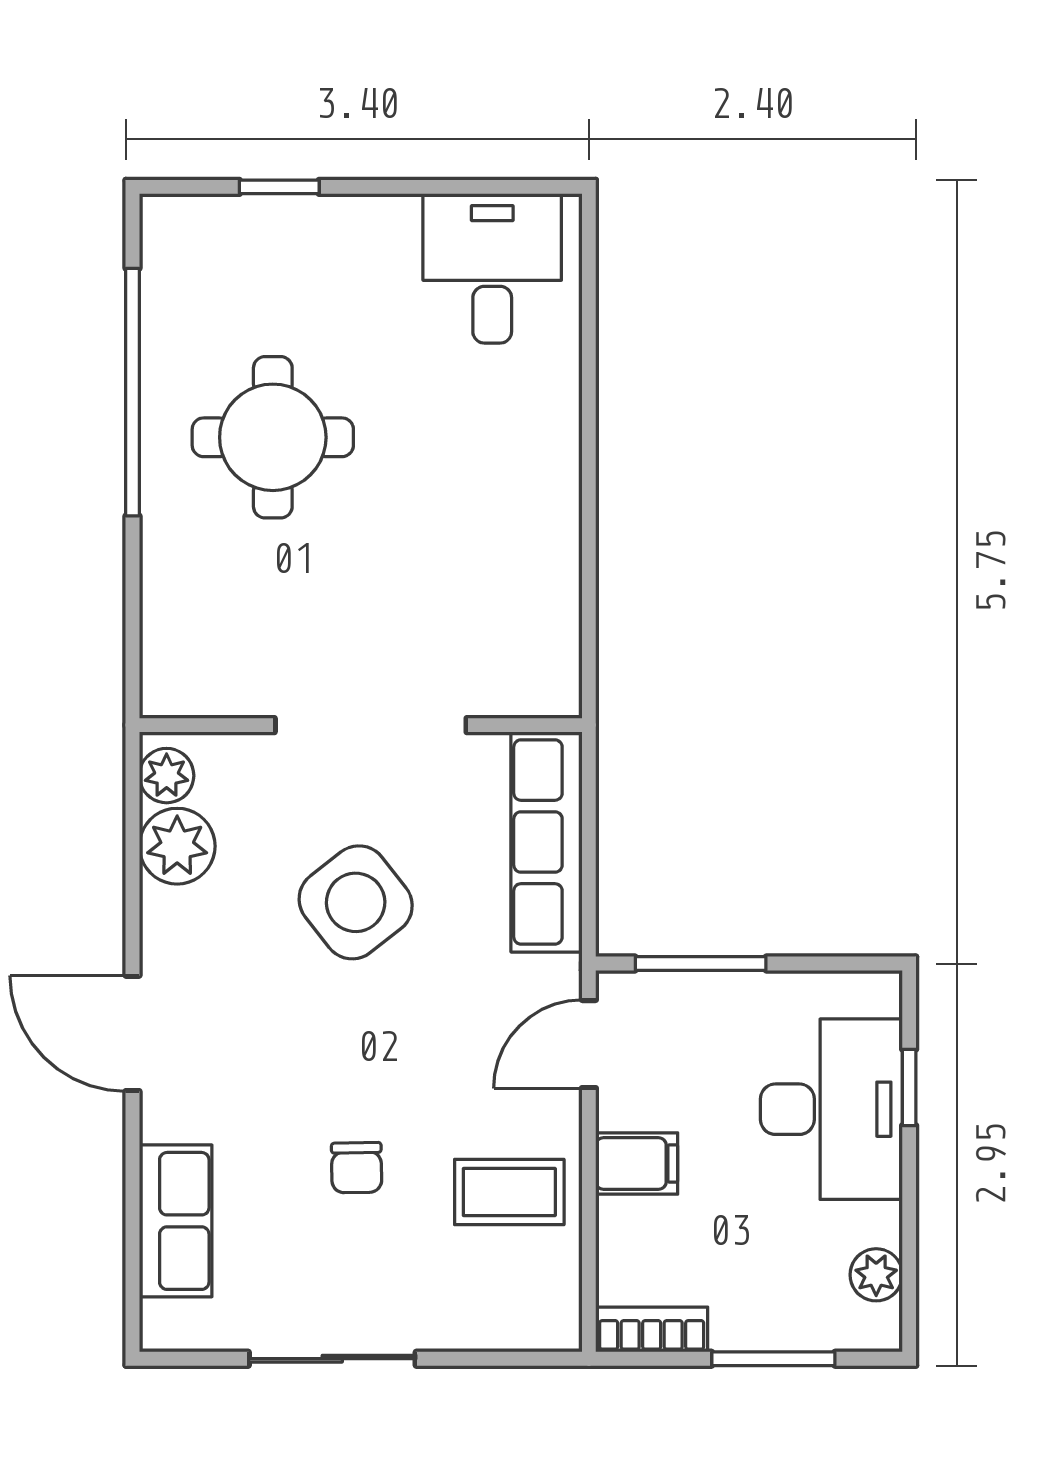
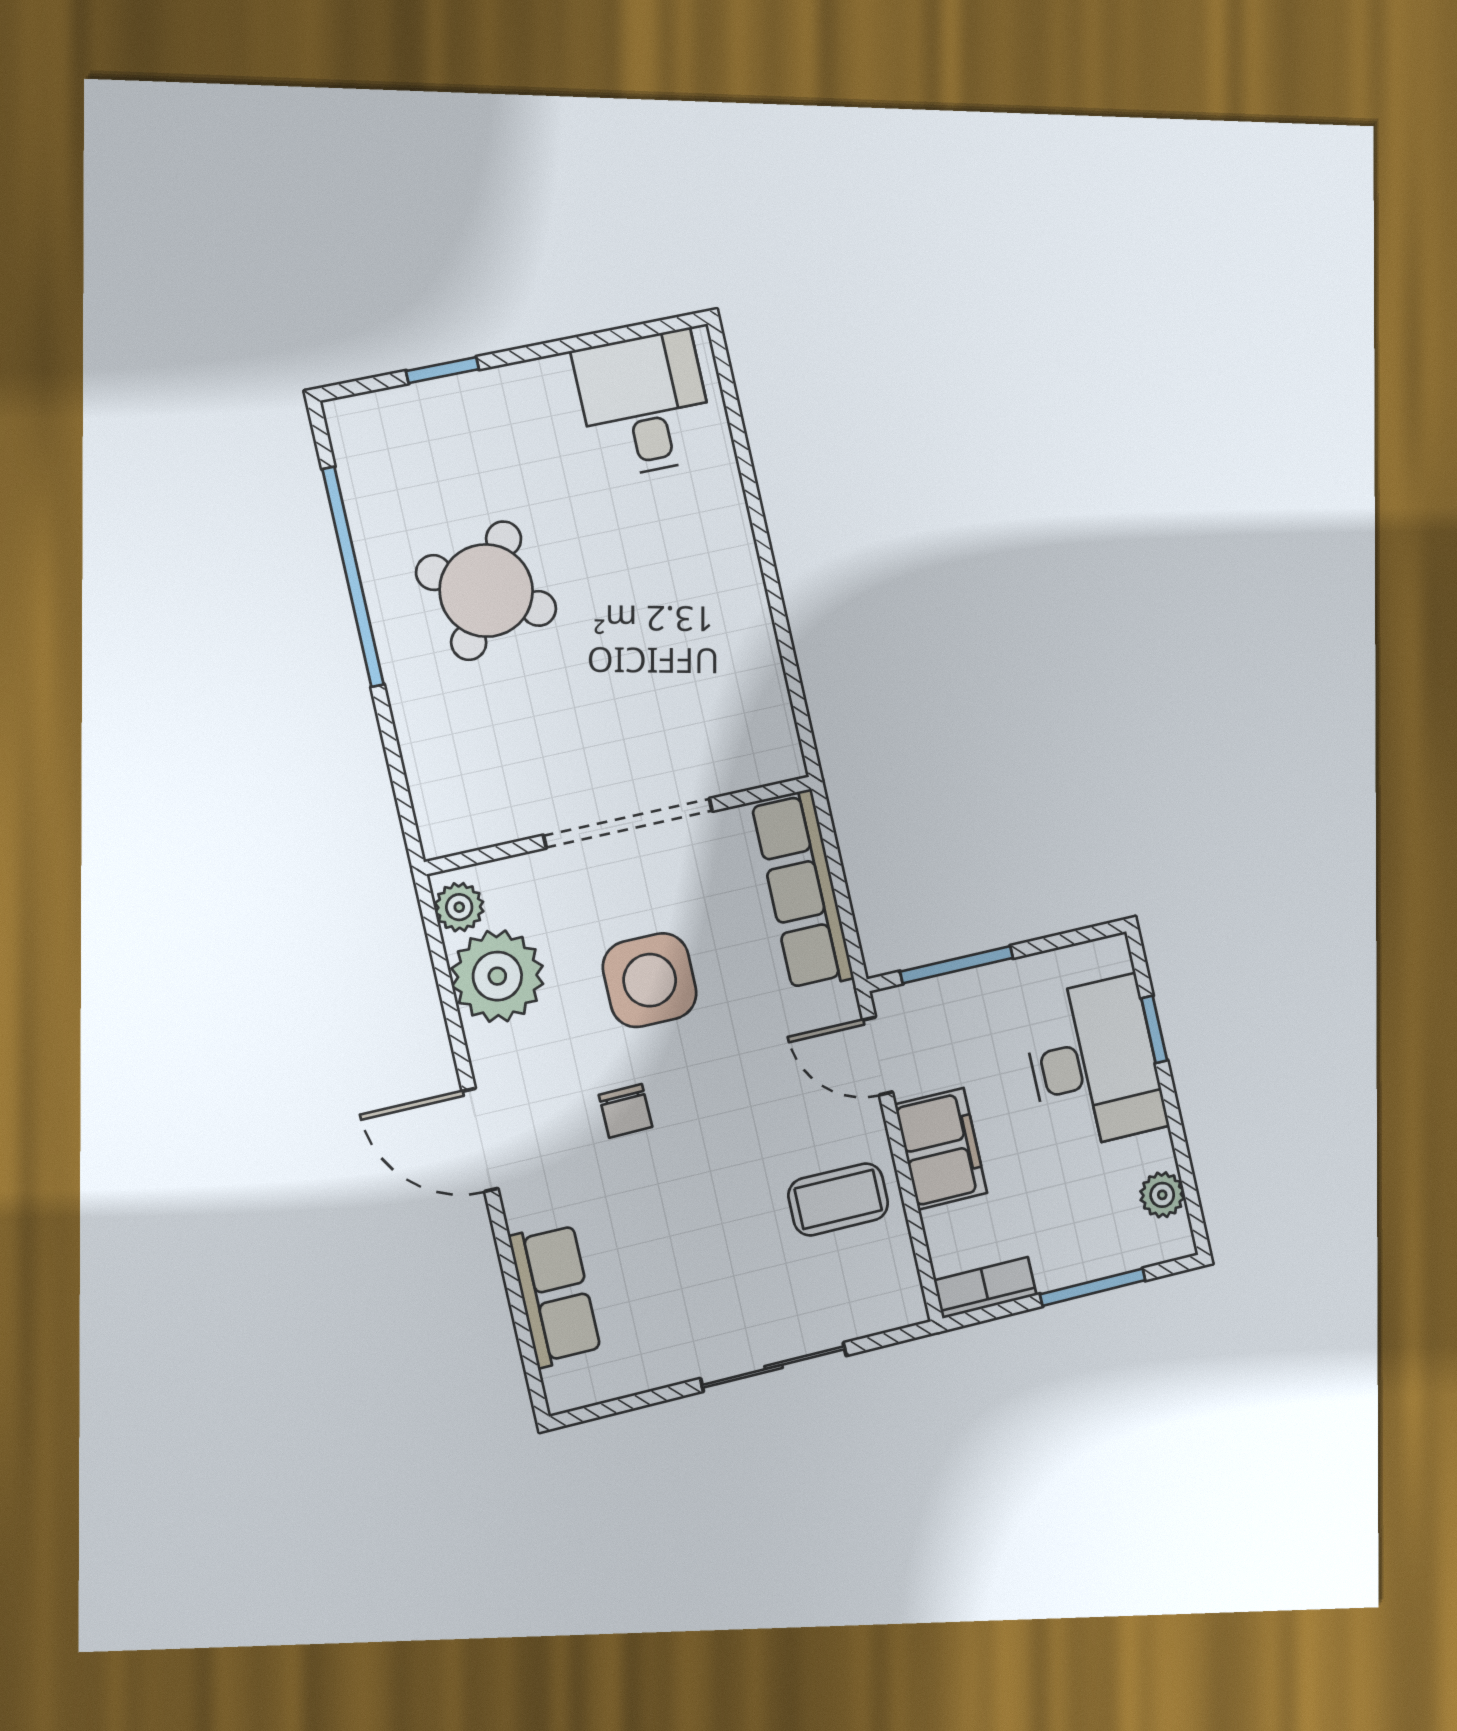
round table: (273, 437) -> (486, 591), turned 31
plant: (177, 846) -> (497, 976), width x1.36, depth x1.36
side table: (356, 902) -> (650, 980), turned 38
door: (589, 1044) -> (877, 1056), hinge flipped
filing cabinet: (637, 1164) -> (941, 1149), width x2.00
chair: (357, 1168) -> (626, 1111), moved
sliding door: (332, 1359) -> (774, 1367), moved

